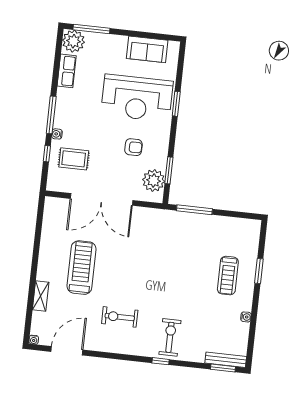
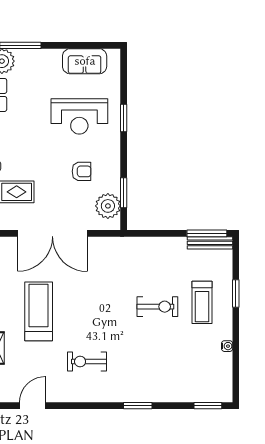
reception desk: (137, 98) -> (79, 116), width x0.74, depth x0.77
window: (194, 210) -> (207, 233), moved
exercise bike: (170, 337) -> (157, 307), moved, turned 90
door: (67, 351) -> (33, 406), width x0.73
bench: (226, 360) -> (210, 243), moved
window: (161, 361) -> (138, 406), width x1.50

